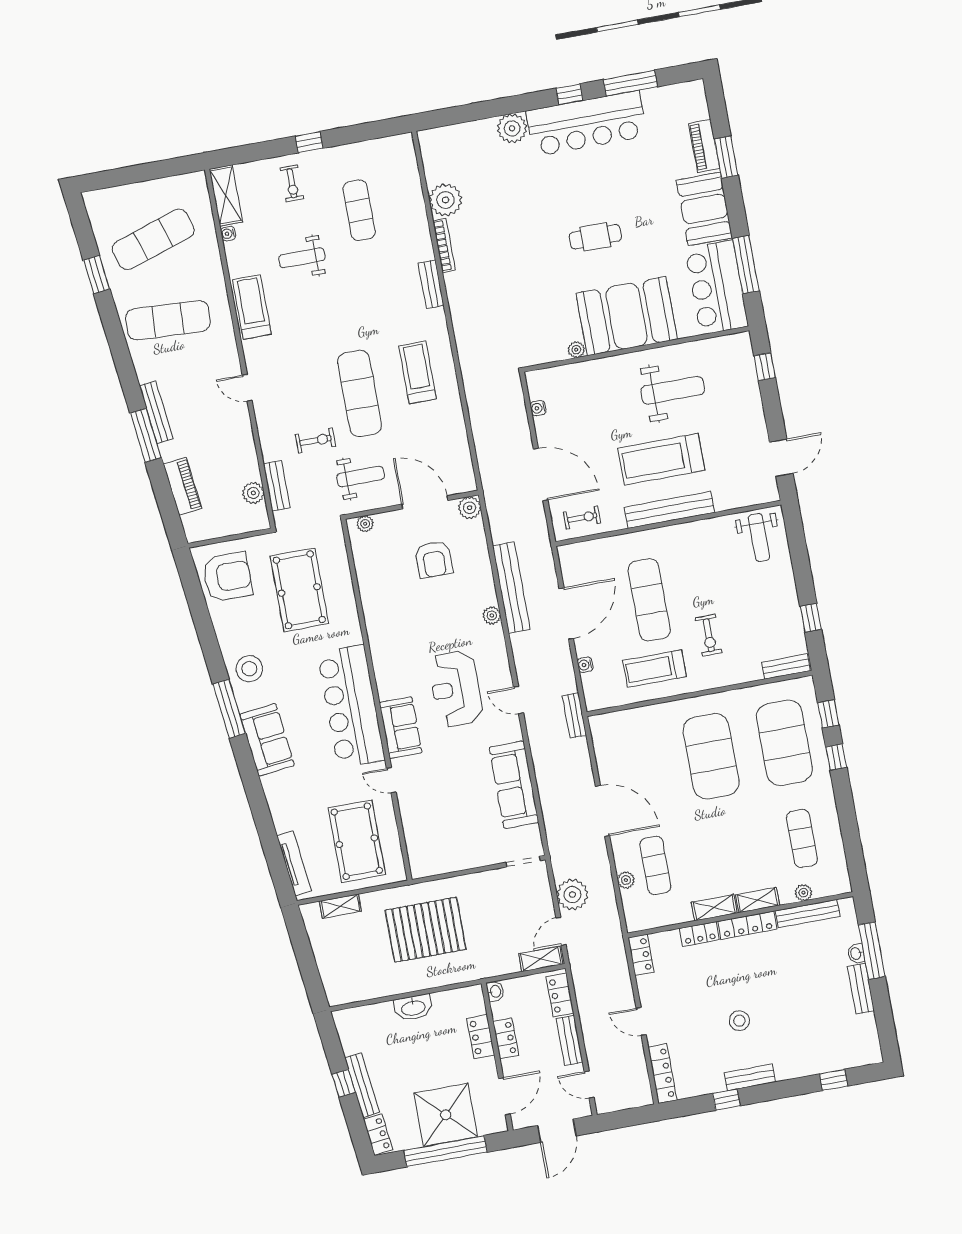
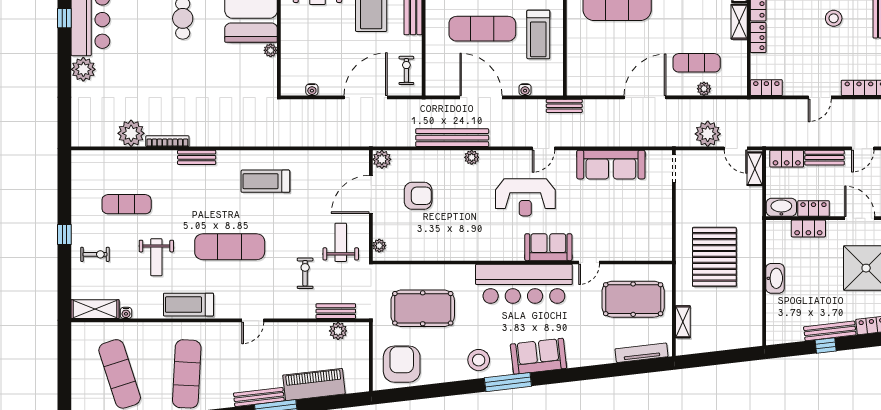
exercise mat: (360, 394) -> (230, 247), moved
piano: (183, 486) -> (314, 385), width x1.37, depth x1.33
washbasin: (495, 991) -> (781, 207), width x1.91, depth x1.45

